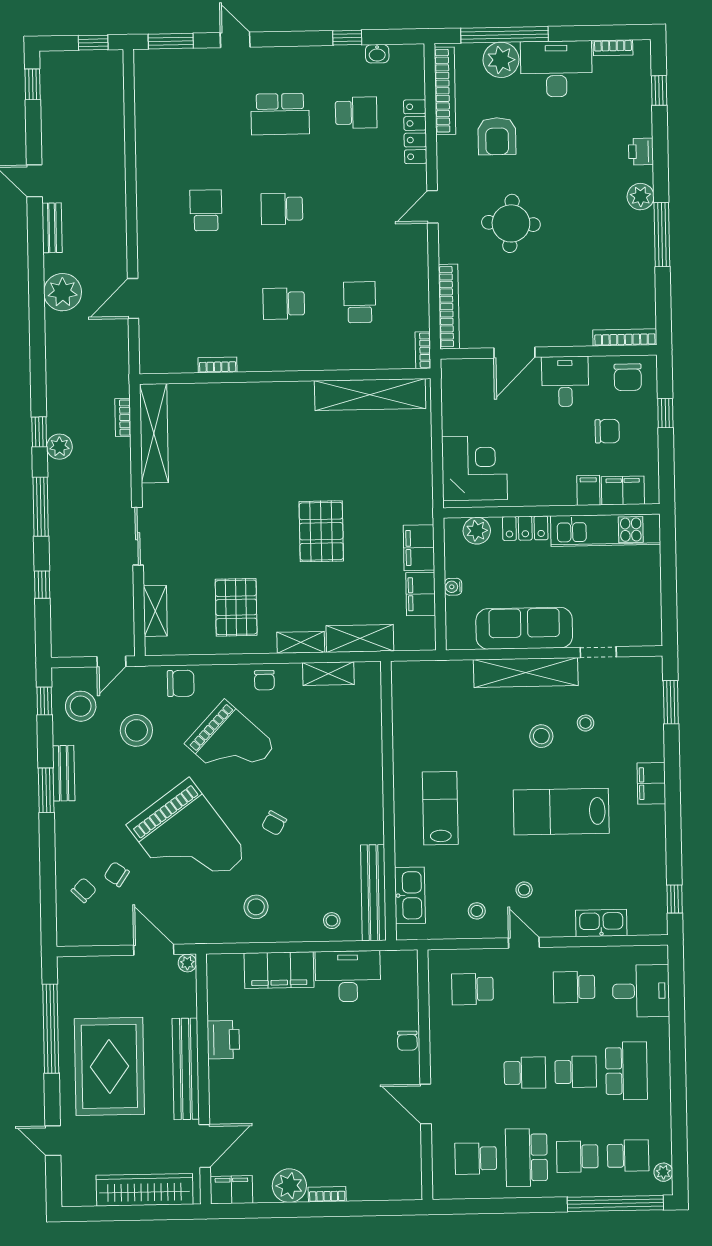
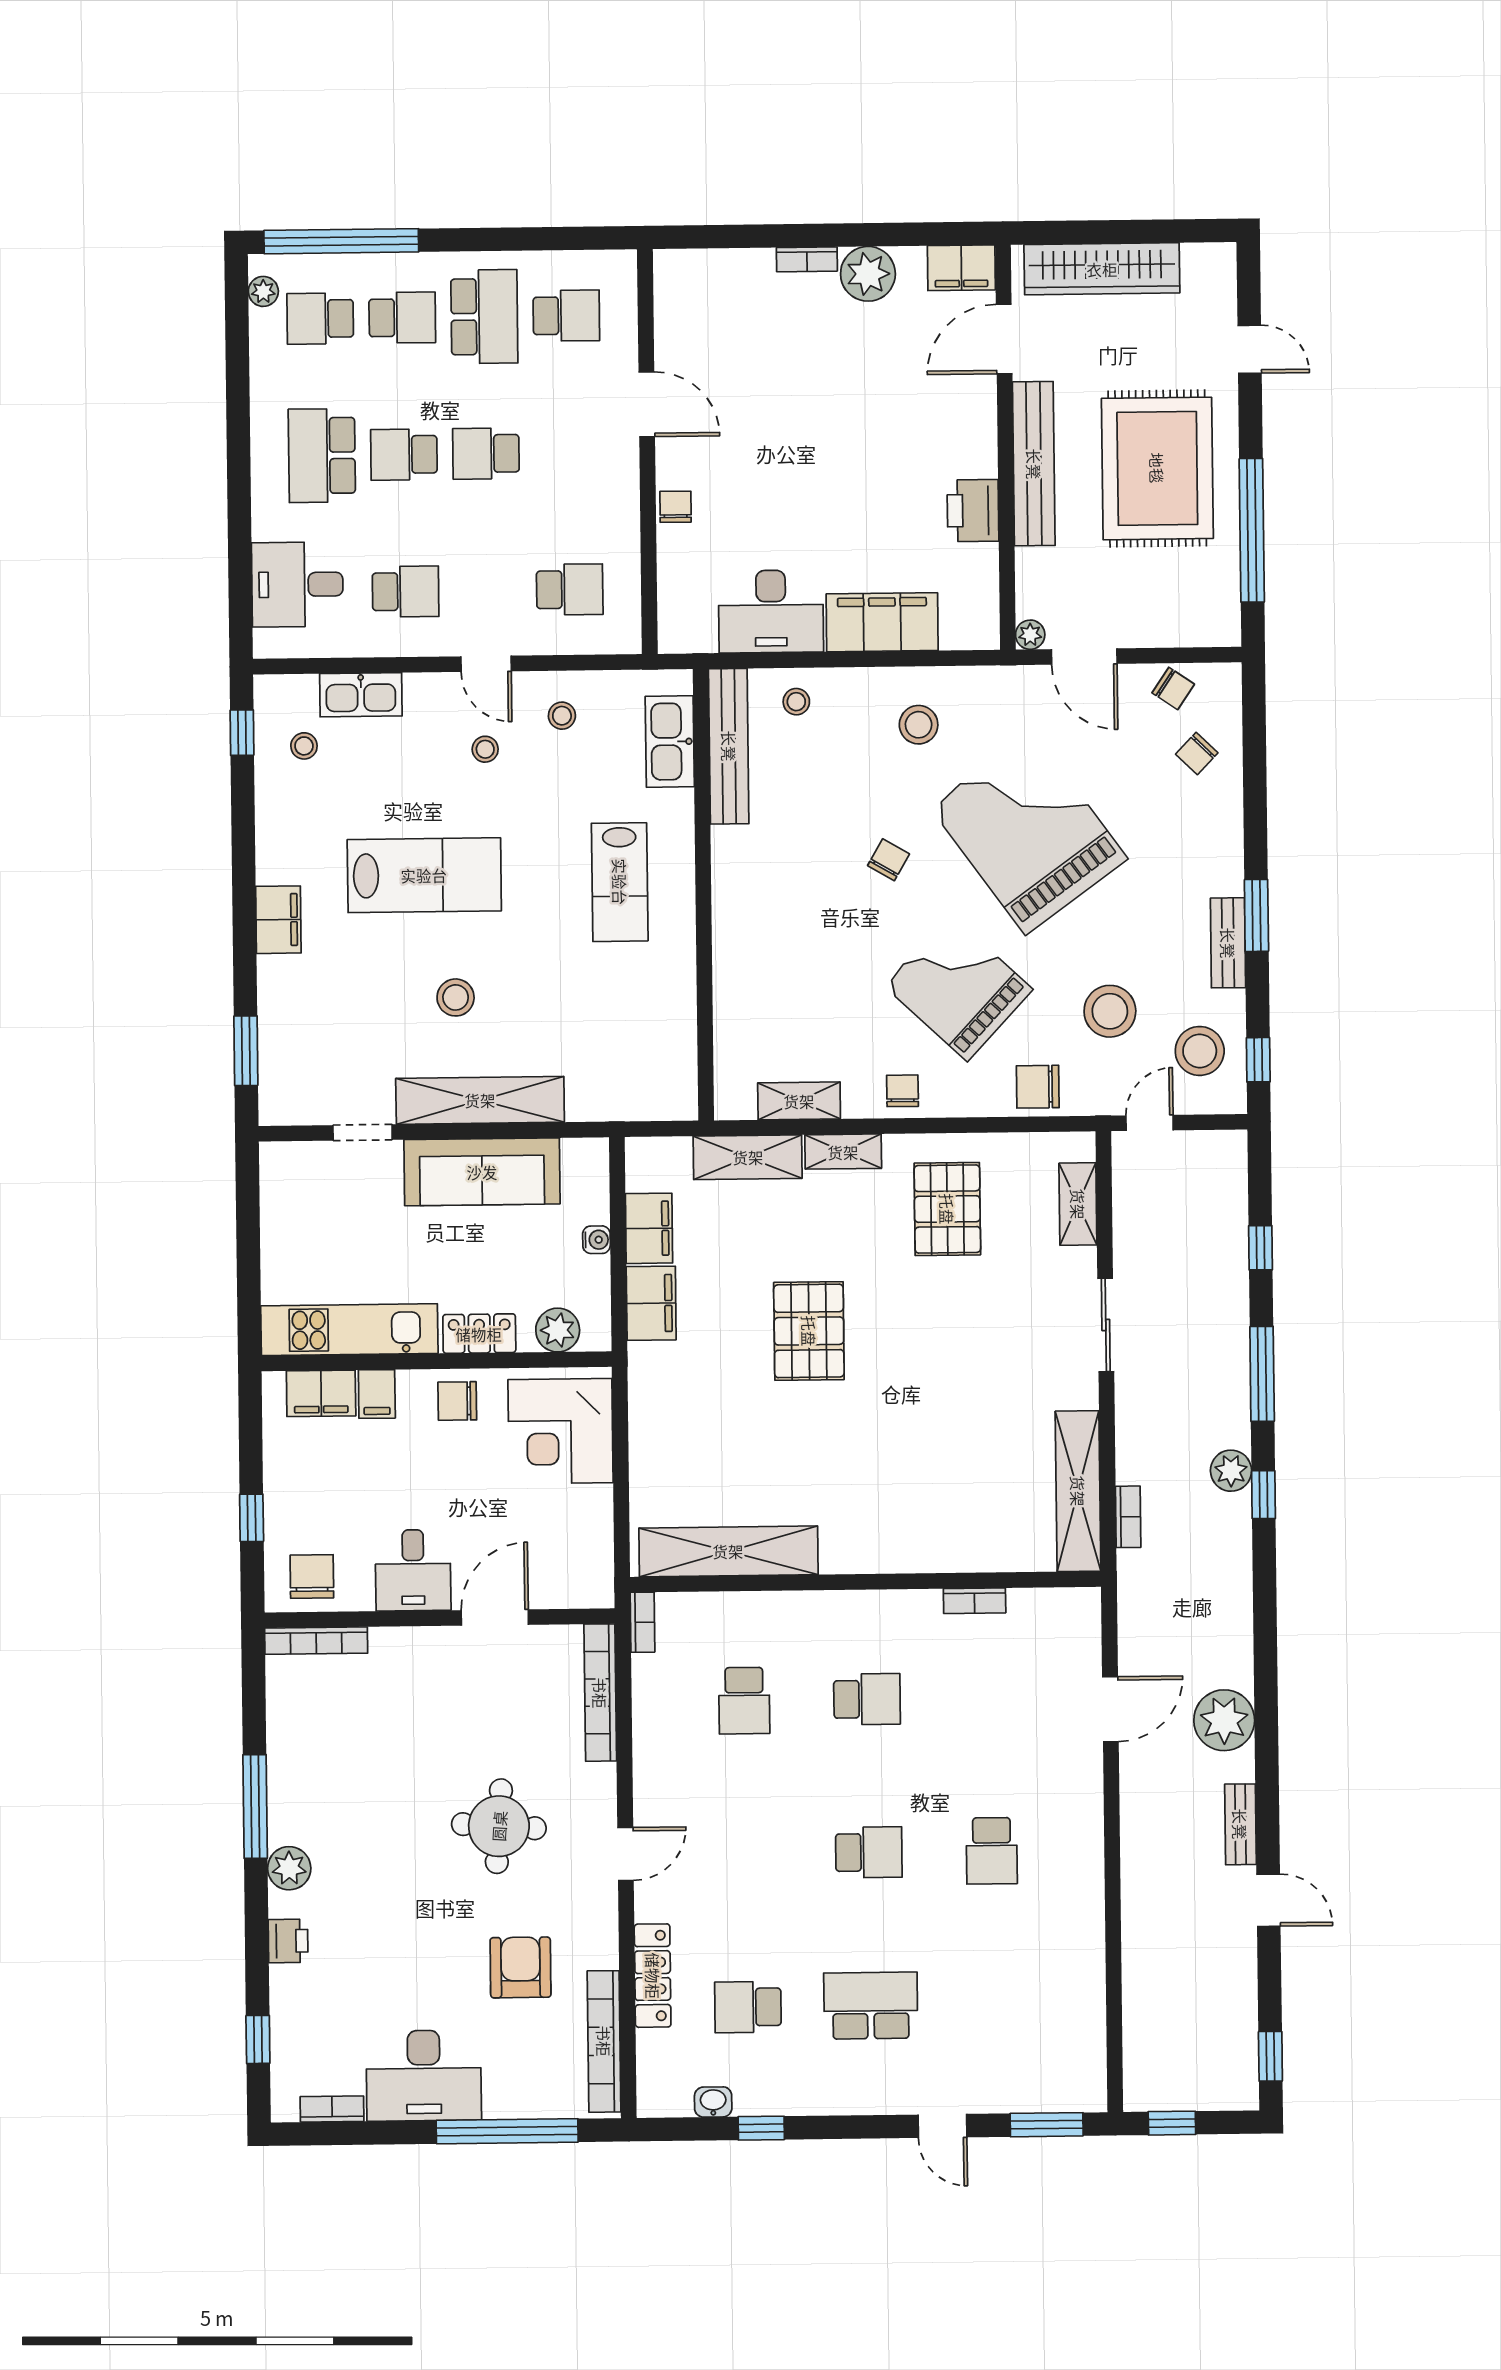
plant: (501, 60) -> (513, 2091), removed
chair: (607, 431) -> (457, 1401), moved
stool: (586, 723) -> (304, 746), moved
chair: (117, 874) -> (1173, 688), moved

